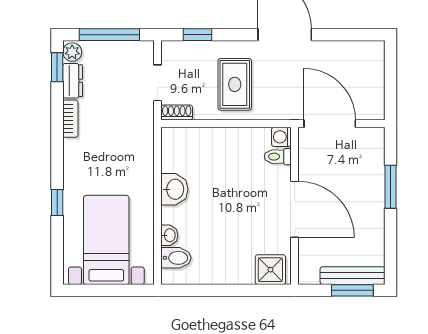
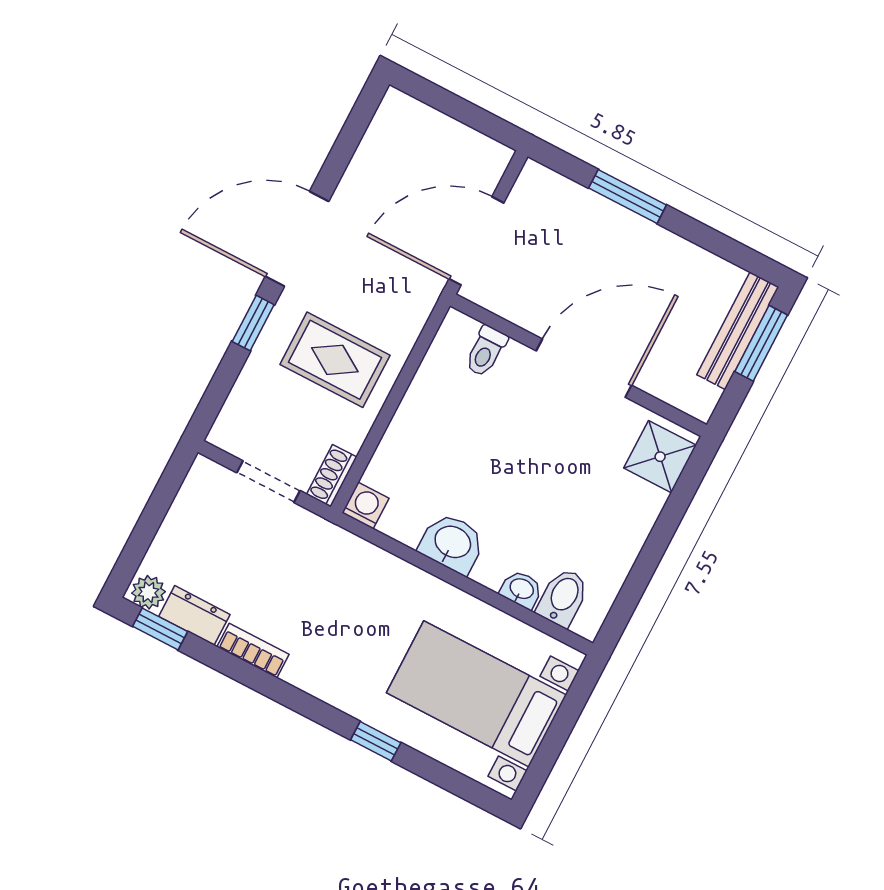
window: (109, 35) -> (151, 518), removed
window: (197, 35) -> (253, 323), moved
washing machine: (281, 137) -> (365, 505), moved, turned 180

